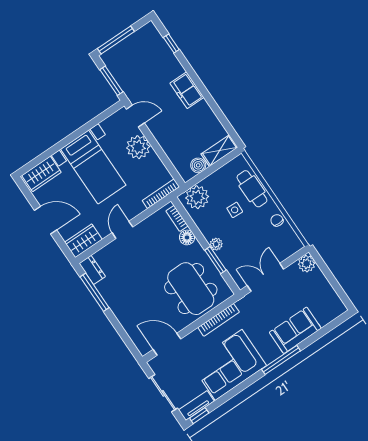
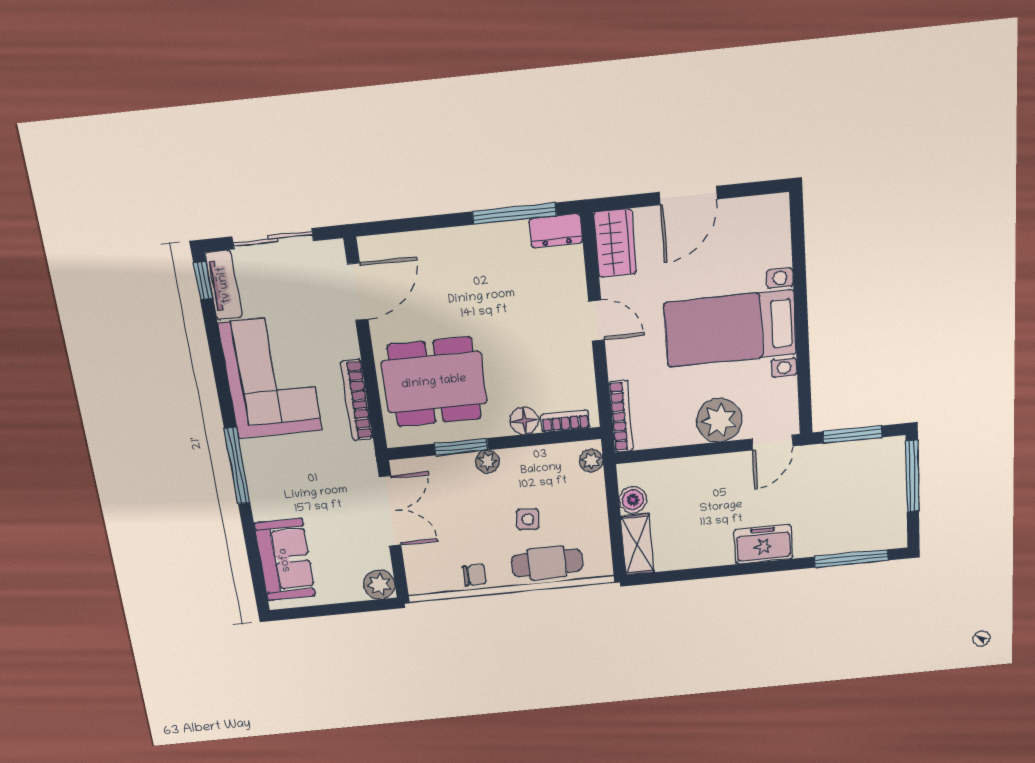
window: (171, 44) -> (851, 559), width x2.17
wardrobe: (41, 174) -> (771, 233), removed
plant: (197, 197) -> (591, 461), width x0.53, depth x0.53
sofa: (295, 330) -> (285, 560), moved

